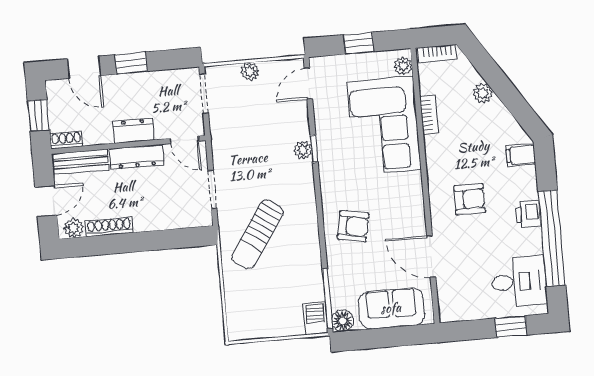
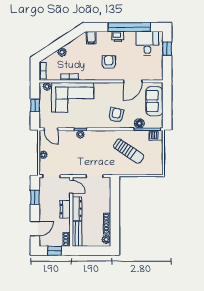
window: (131, 63) -> (35, 197), moved
door: (184, 140) -> (71, 187), hinge flipped
door: (46, 201) -> (93, 251), removed
sun lounger: (257, 234) -> (129, 151), moved
floor lamp: (343, 321) -> (139, 123), moved

